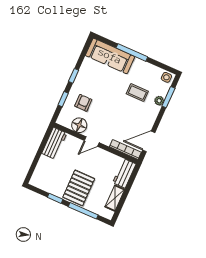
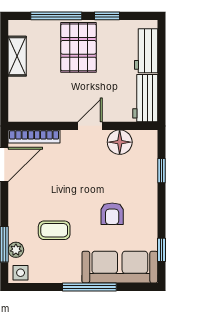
window: (74, 76) -> (161, 250), moved
plant: (159, 101) -> (16, 250), moved
armchair: (83, 103) -> (112, 214), moved
workbench: (124, 173) -> (146, 51), moved, turned 180

